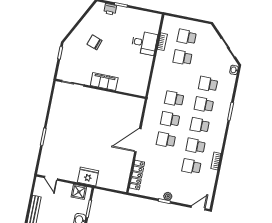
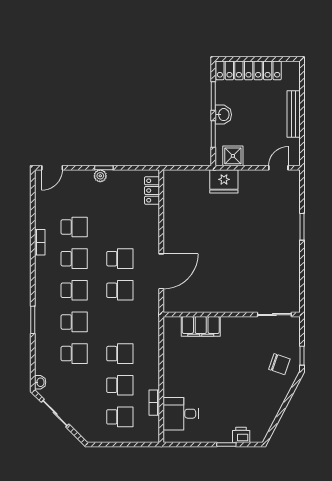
chair: (95, 42) -> (279, 364), moved
desk: (144, 43) -> (181, 414), moved
filing cabinet: (104, 82) -> (201, 326), moved
school desk: (174, 99) -> (120, 354), moved
door: (138, 140) -> (161, 271), moved
locker: (137, 175) -> (152, 191), width x0.66
door: (51, 178) -> (278, 168), hinge flipped

